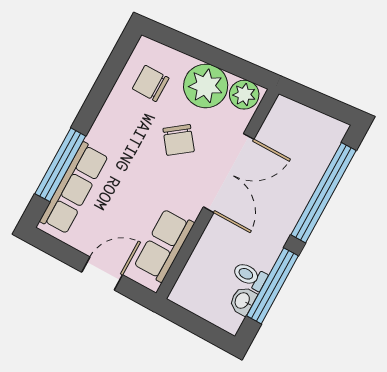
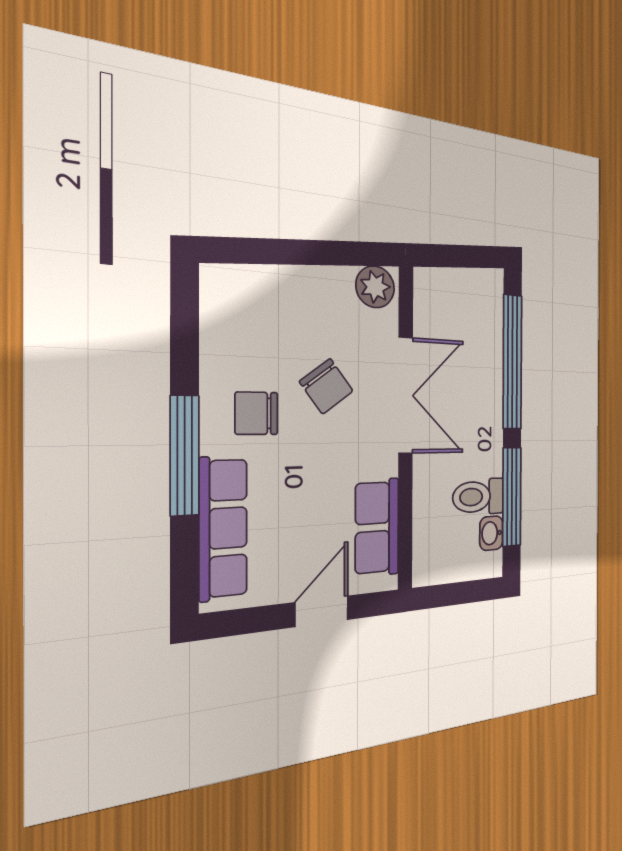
chair: (151, 83) -> (256, 413), moved
plant: (206, 86) -> (324, 298), removed
window: (60, 165) -> (185, 455), moved
toilet: (250, 276) -> (478, 497), width x1.37, depth x1.39

